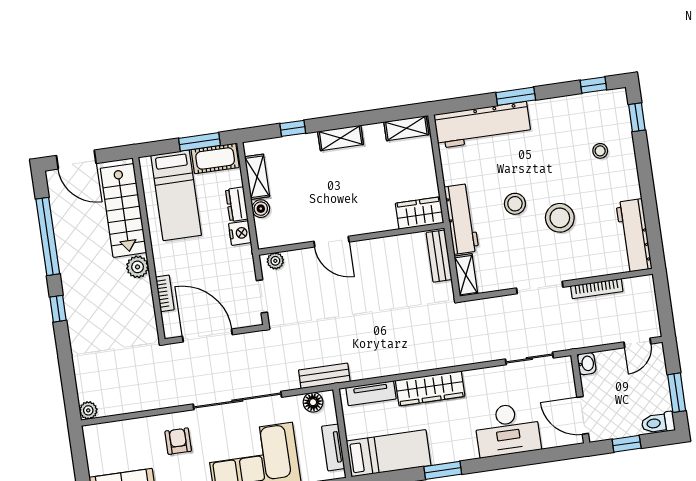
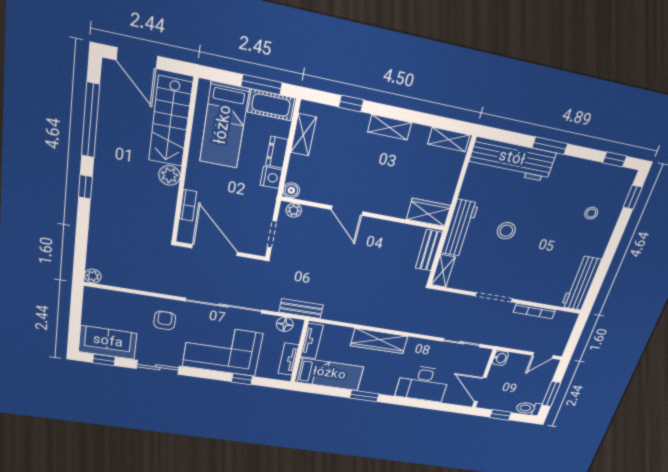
boiler: (261, 209) -> (291, 190), moved
stool: (560, 218) -> (534, 253), removed
tv unit: (371, 393) -> (312, 341), moved, turned -90

